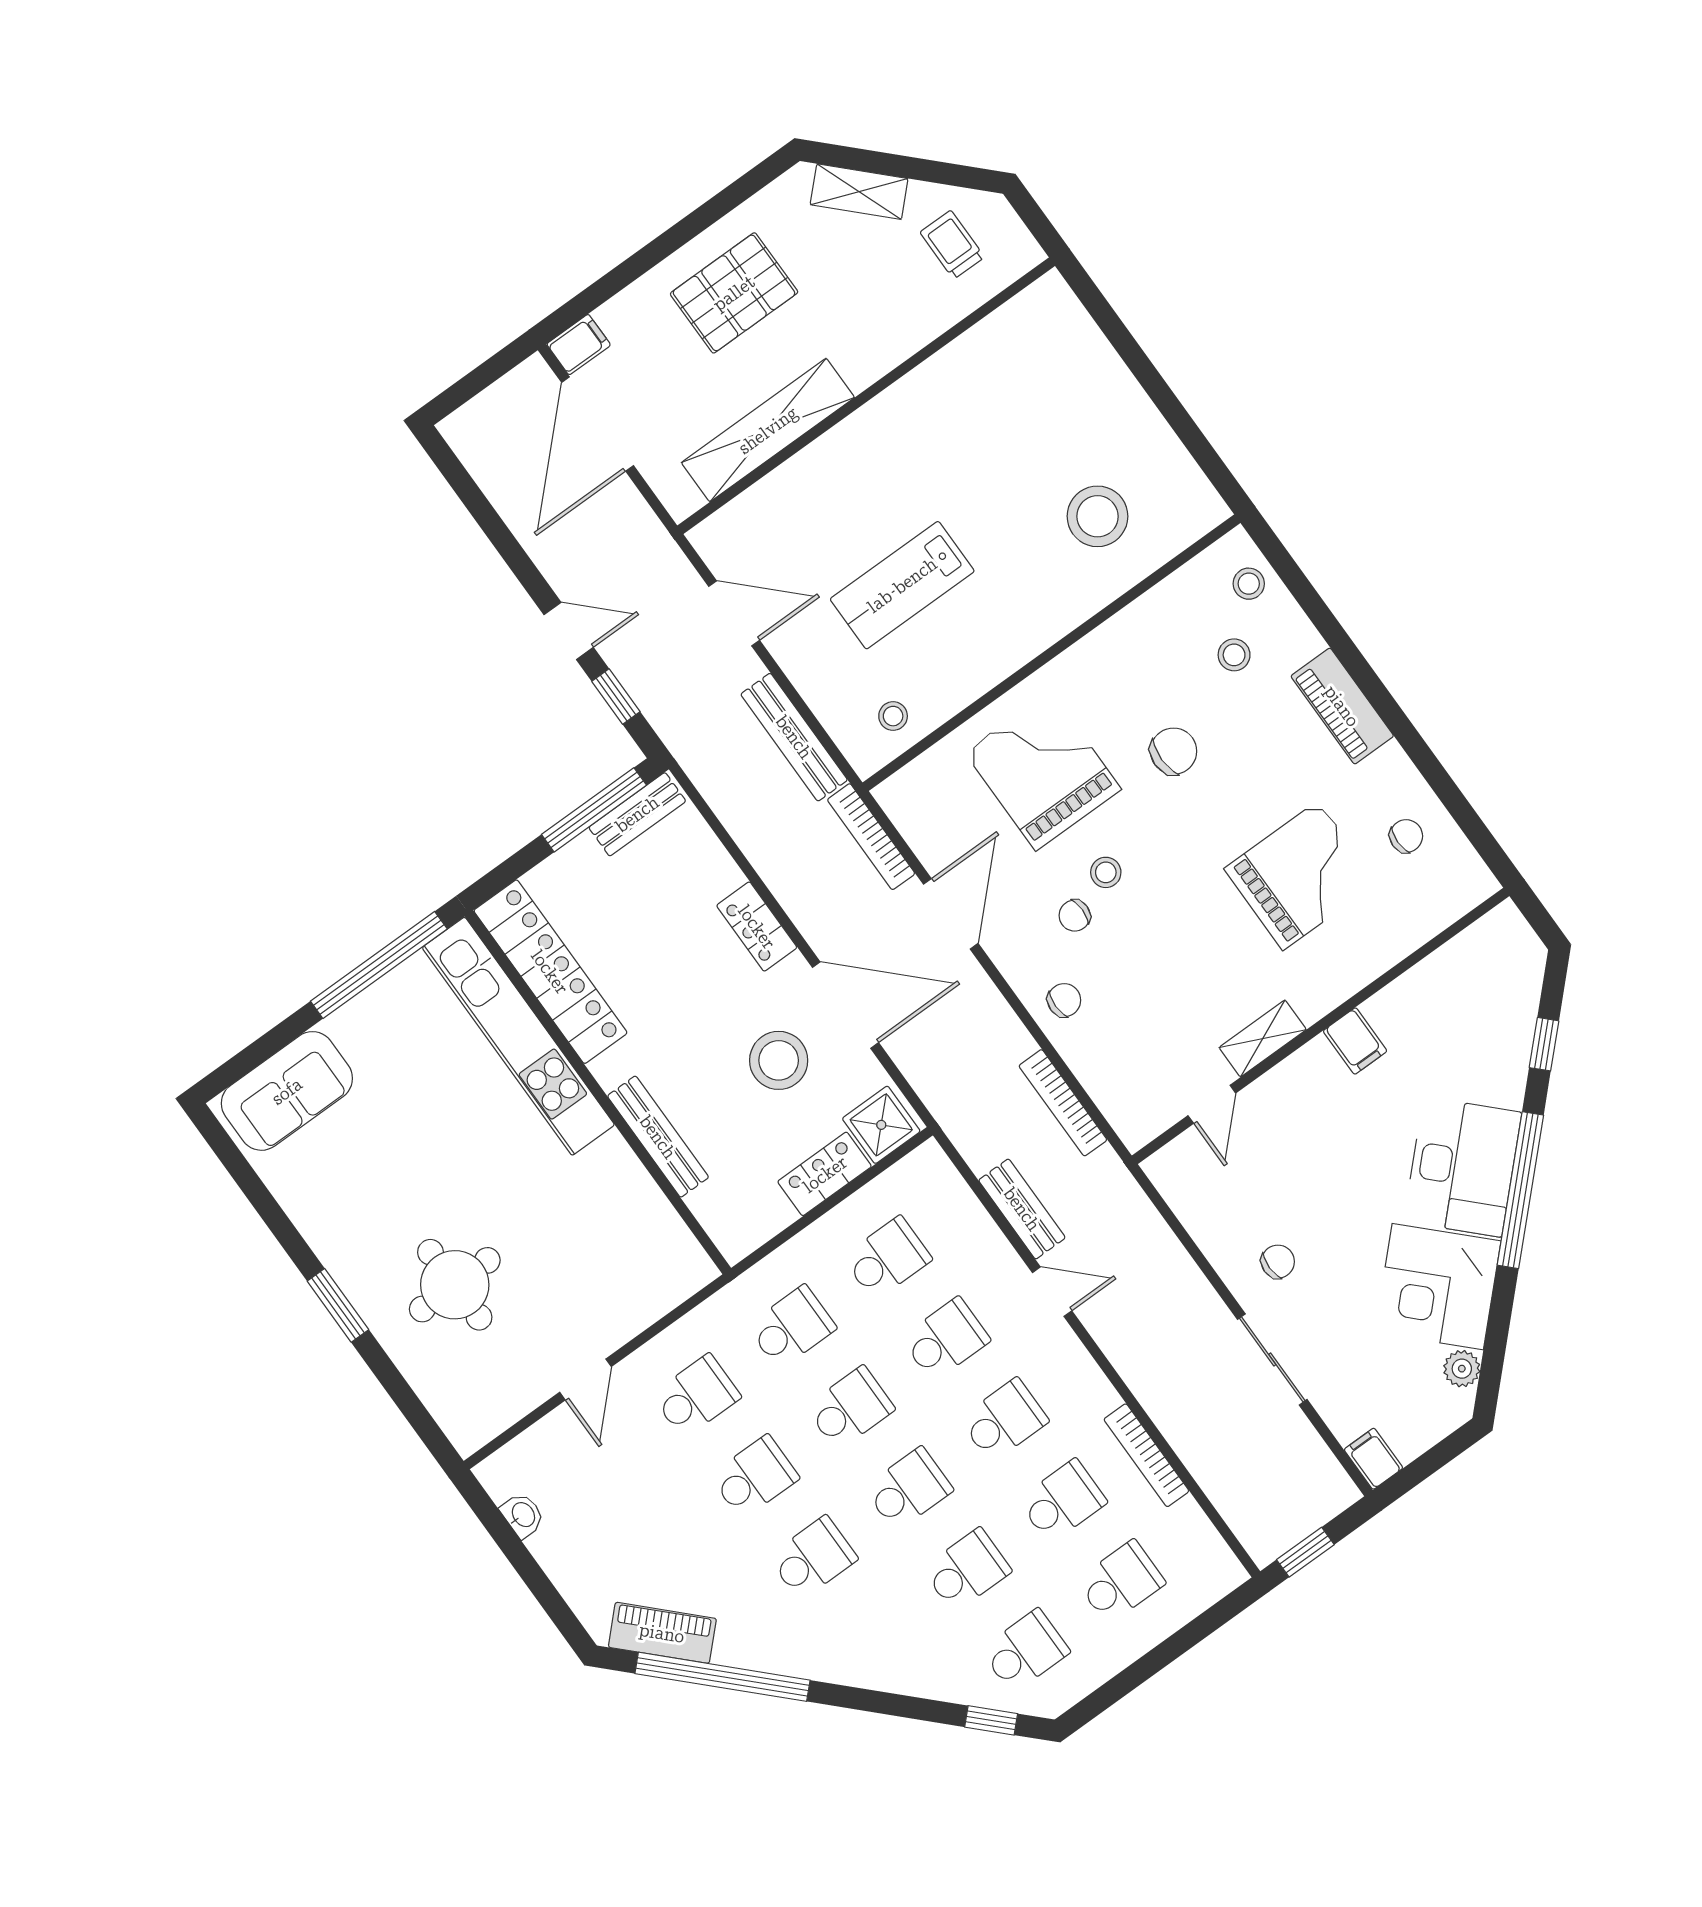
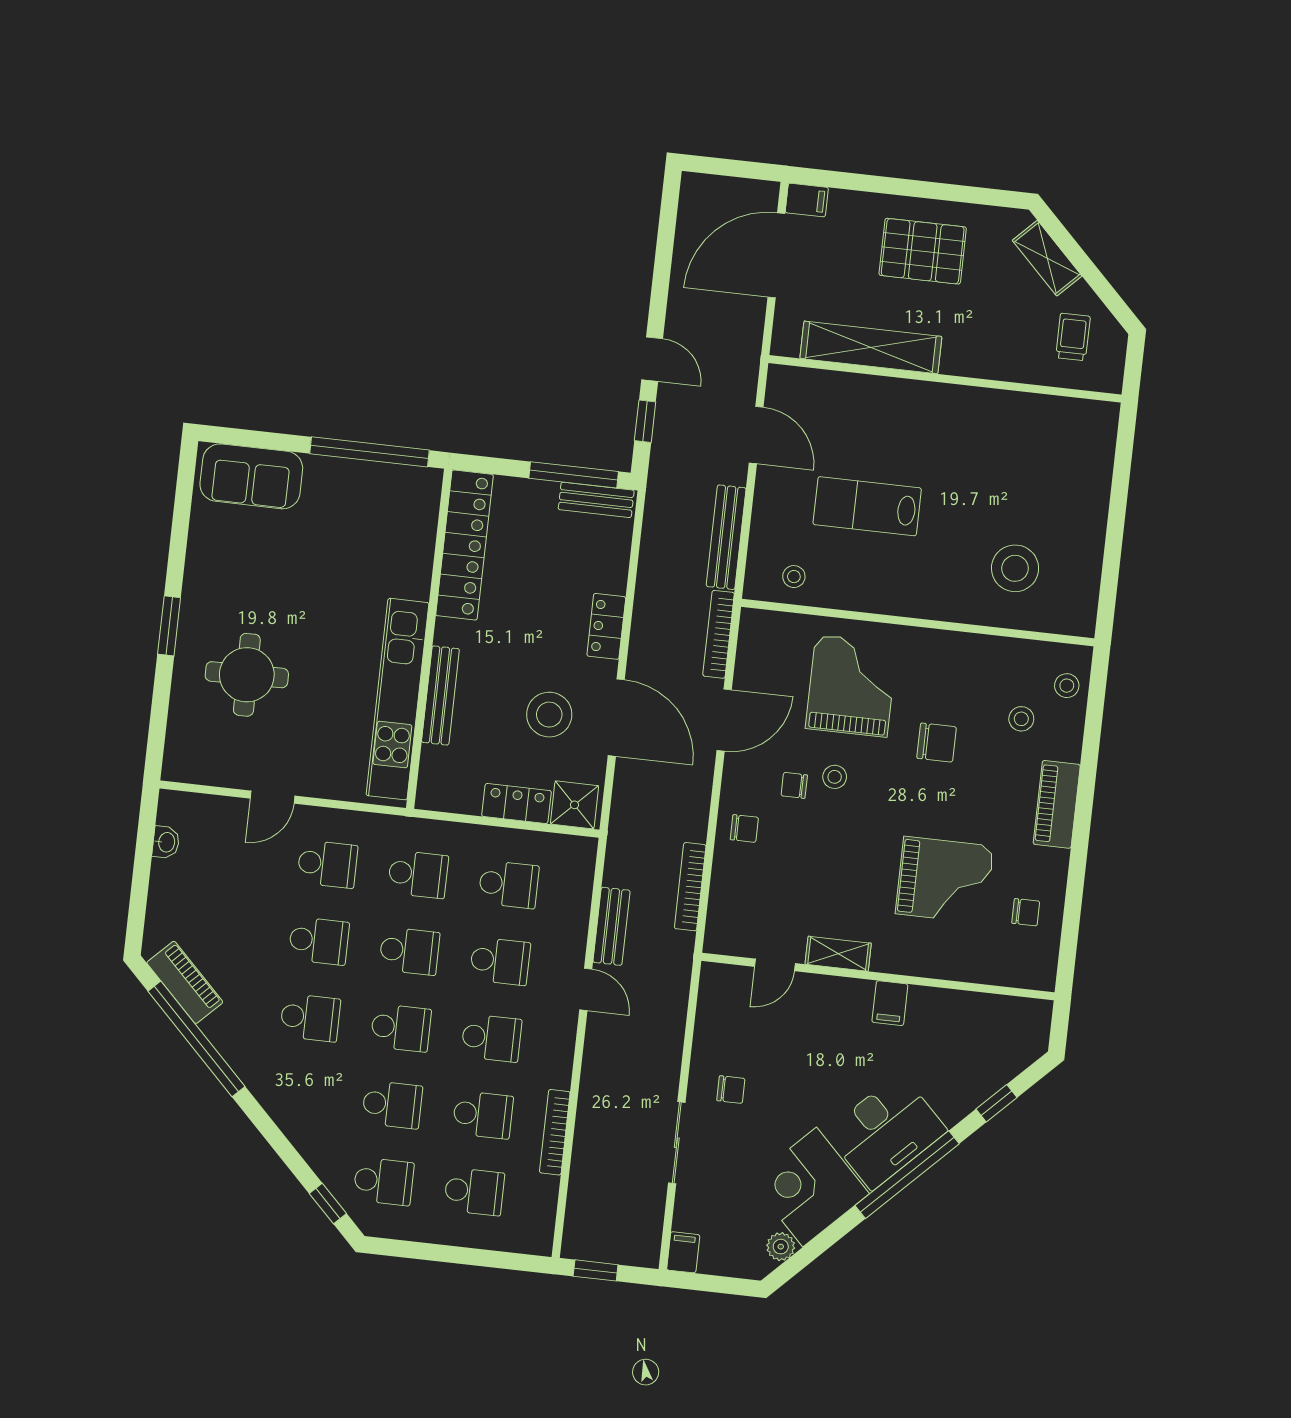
kitchen unit: (518, 1036) -> (398, 699), moved

